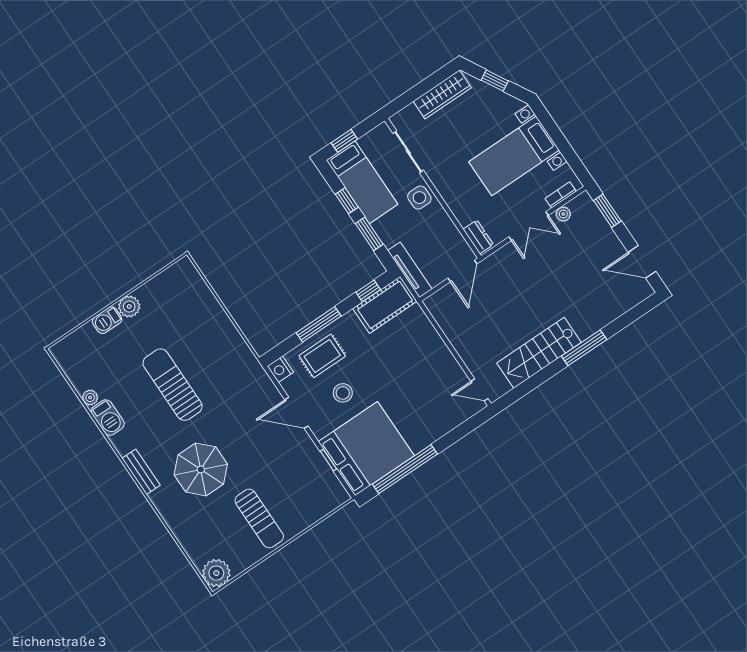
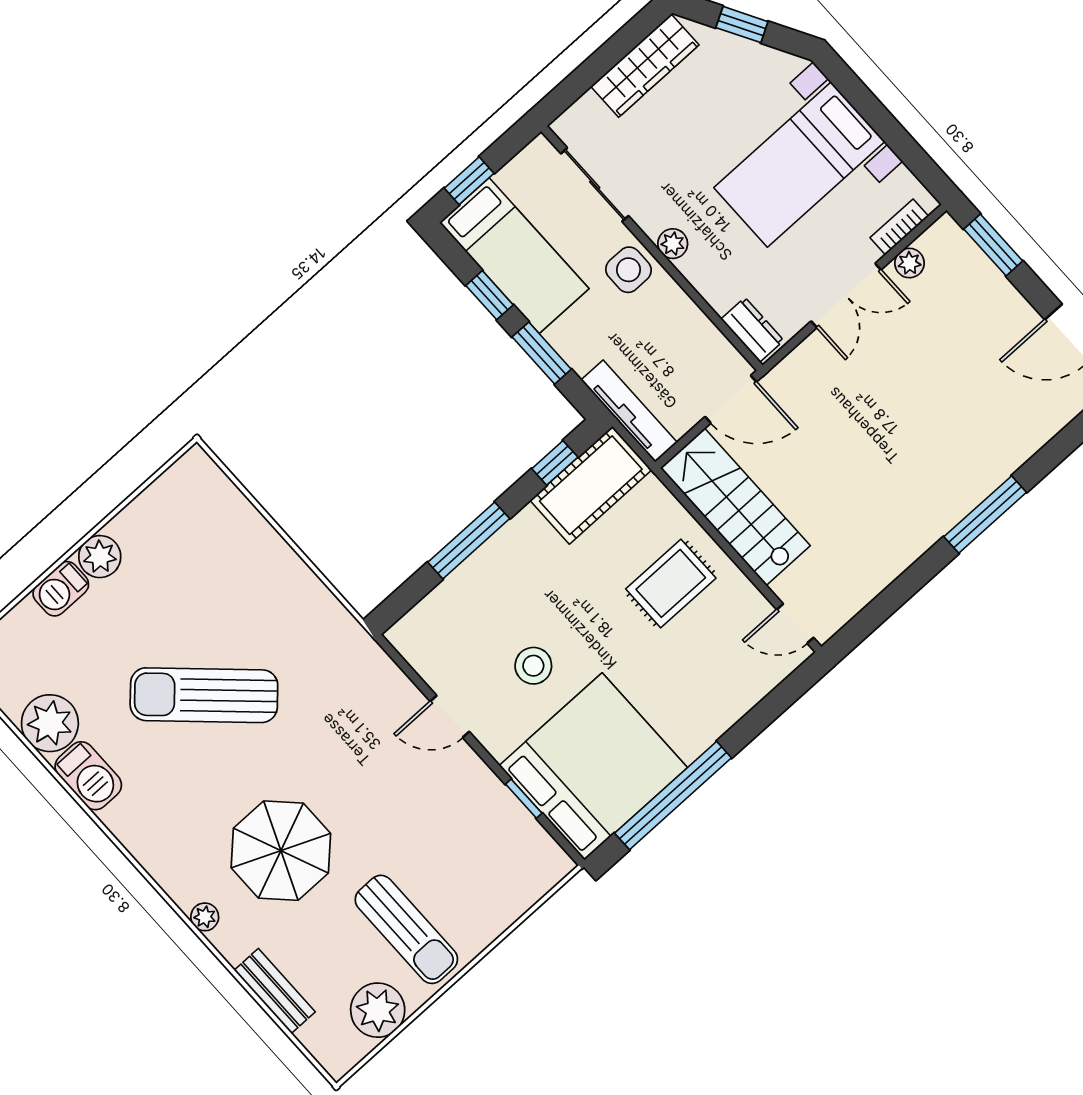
plant: (444, 187) -> (673, 244), added
door: (462, 271) -> (731, 399), hinge flipped
stairs: (539, 353) -> (735, 507), moved, turned 90
rug: (322, 356) -> (671, 583), moved
nightstand: (280, 369) -> (407, 637), removed
sun lounger: (173, 385) -> (204, 695), turned -47
plant: (90, 398) -> (50, 723), width x1.88, depth x1.88
door: (296, 413) -> (450, 716), width x0.73
bench: (141, 472) -> (275, 991), moved
plant: (157, 498) -> (205, 917), added
plant: (216, 573) -> (378, 1010), moved

